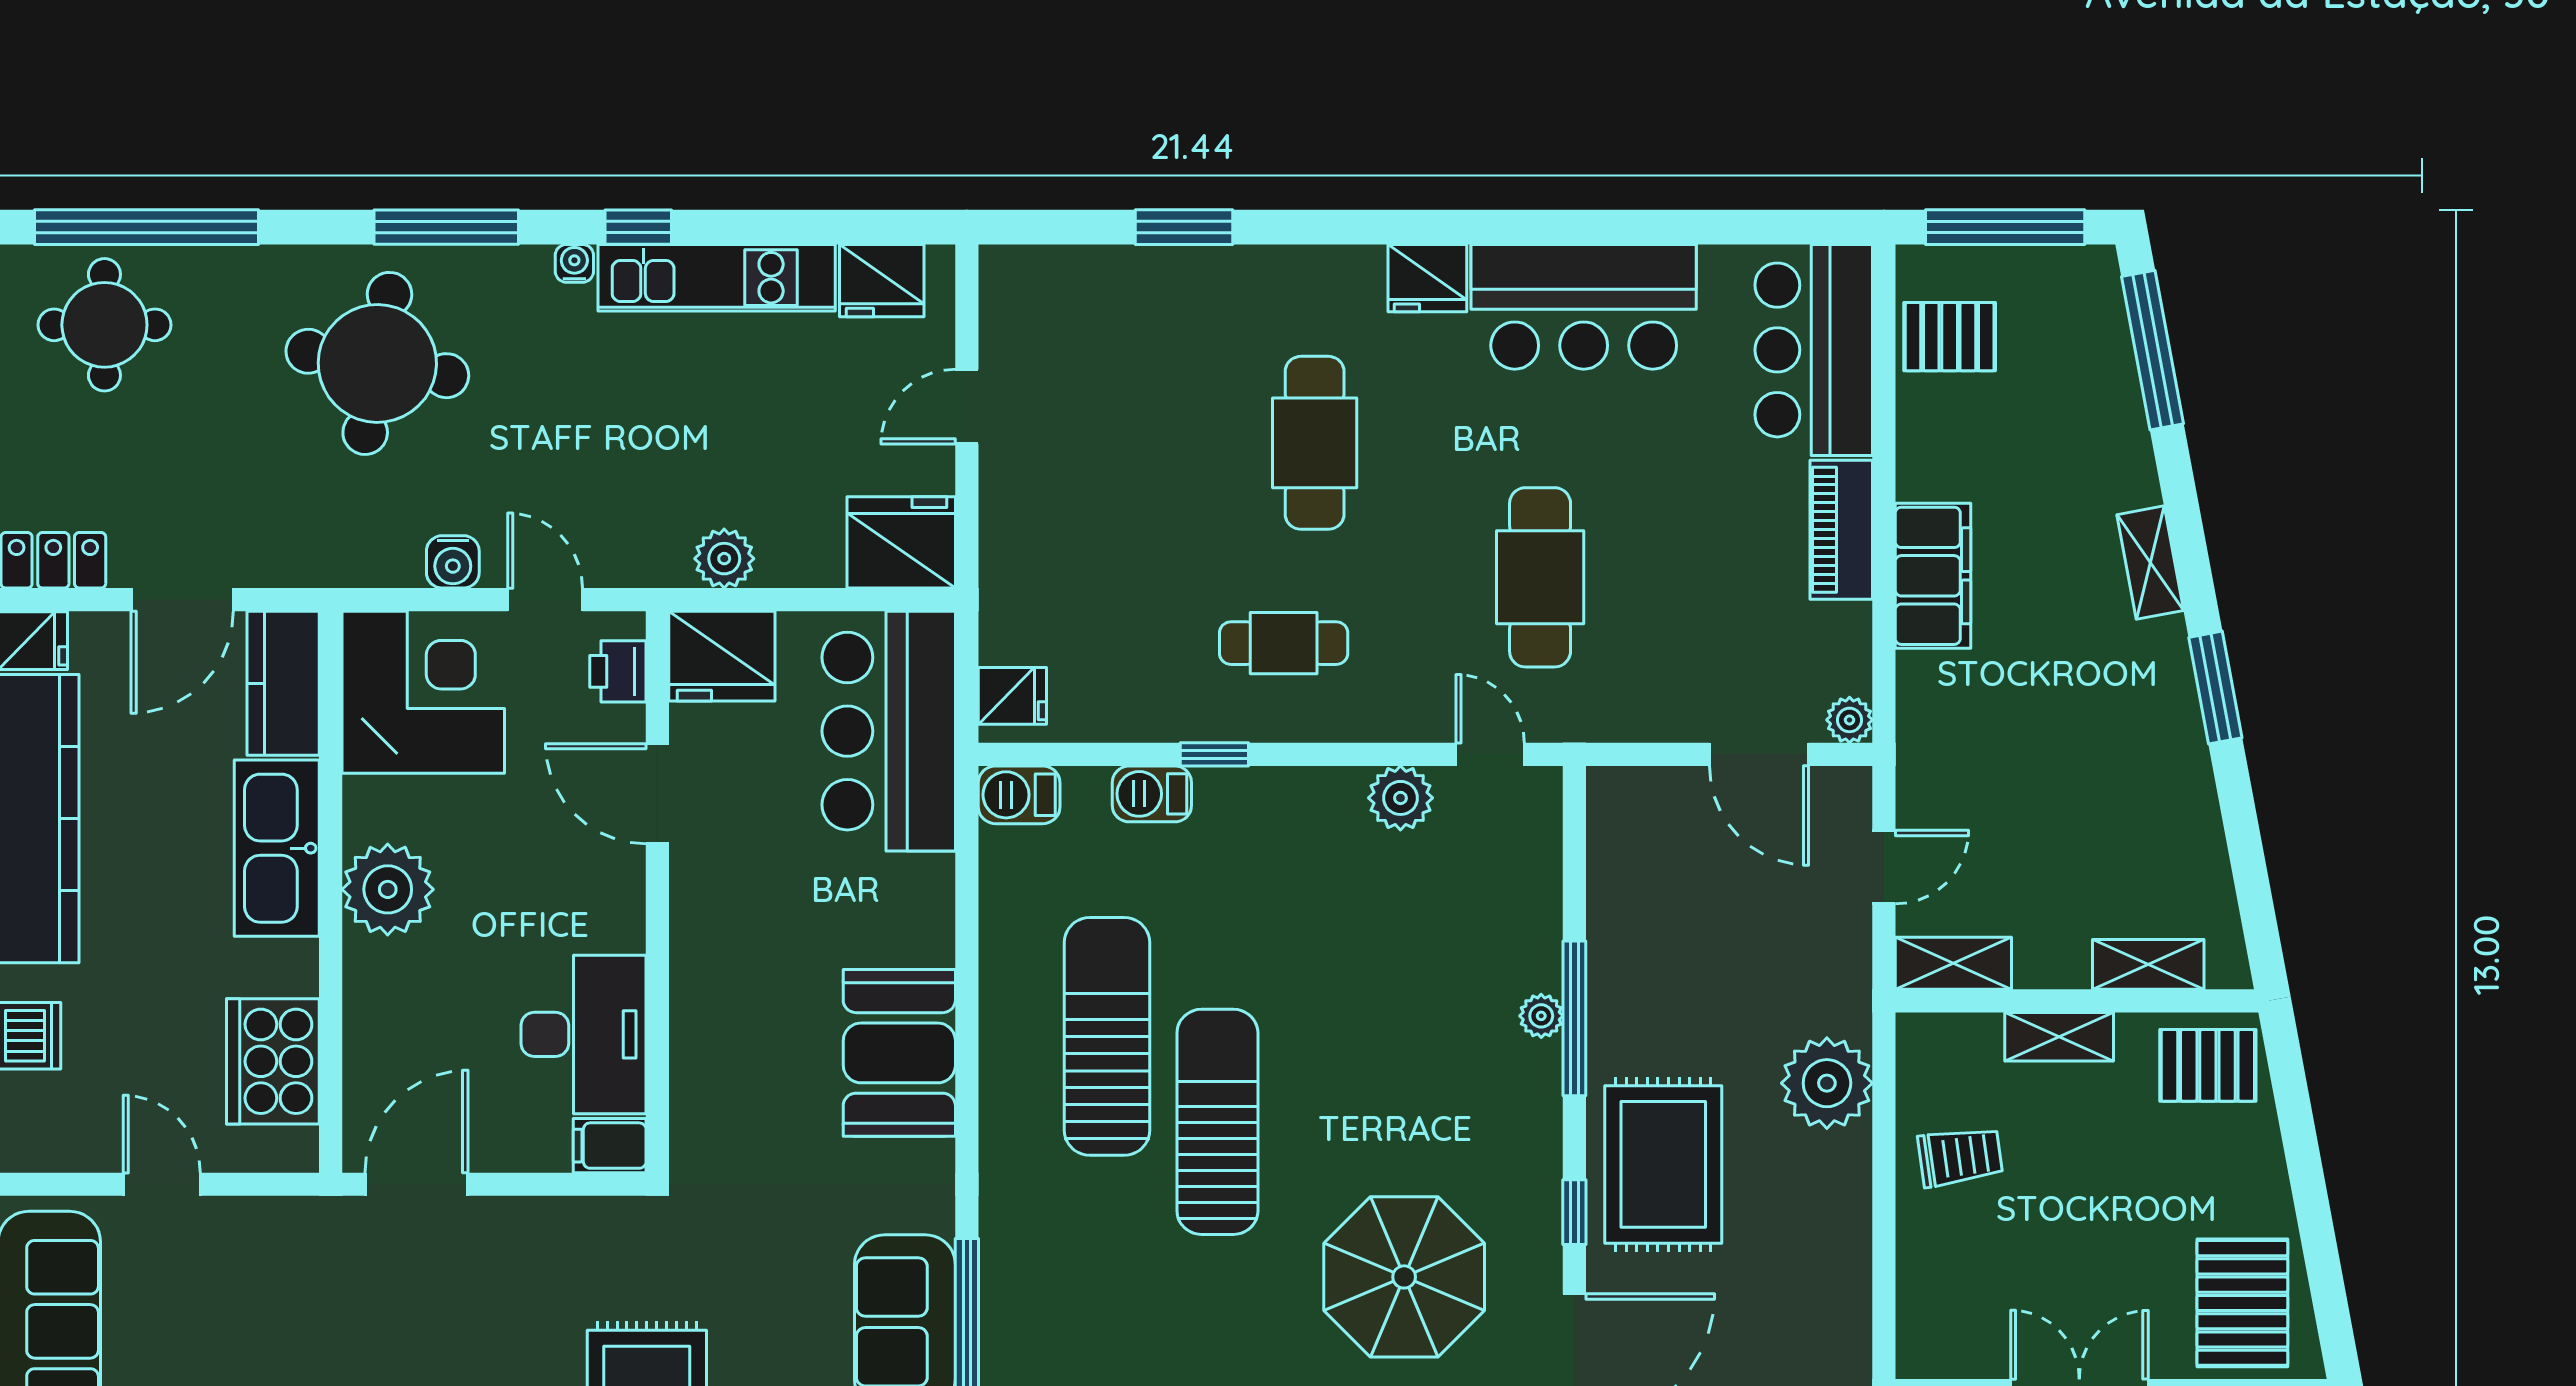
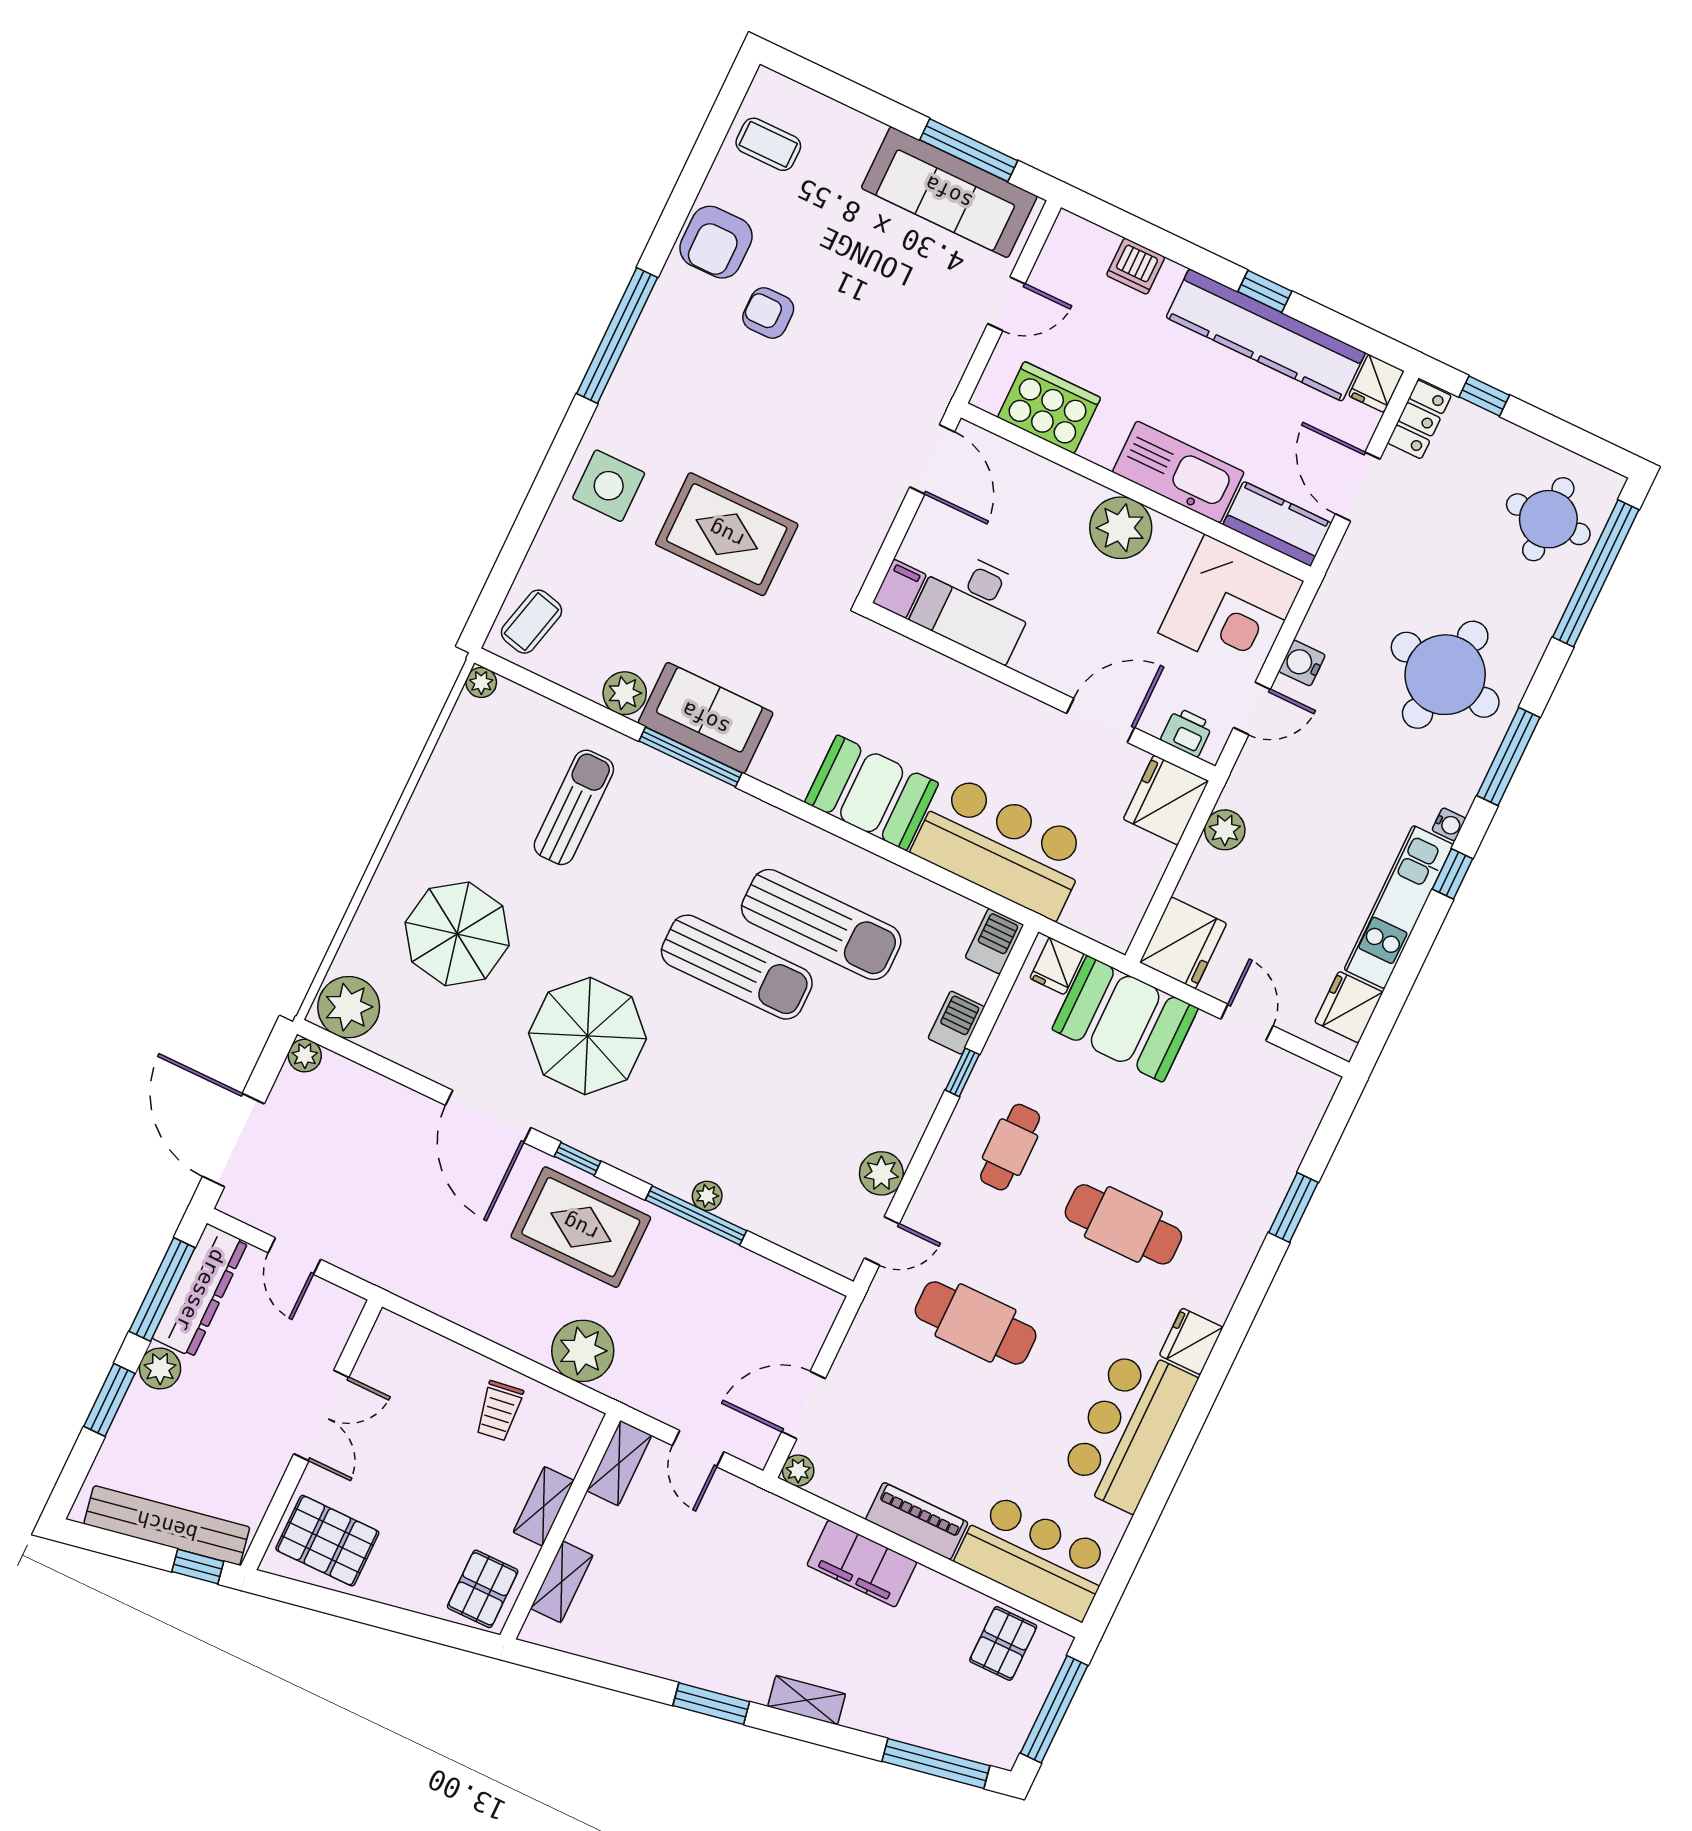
booth: (1040, 571) -> (1125, 1019), added
bar counter: (889, 731) -> (1002, 847), moved

